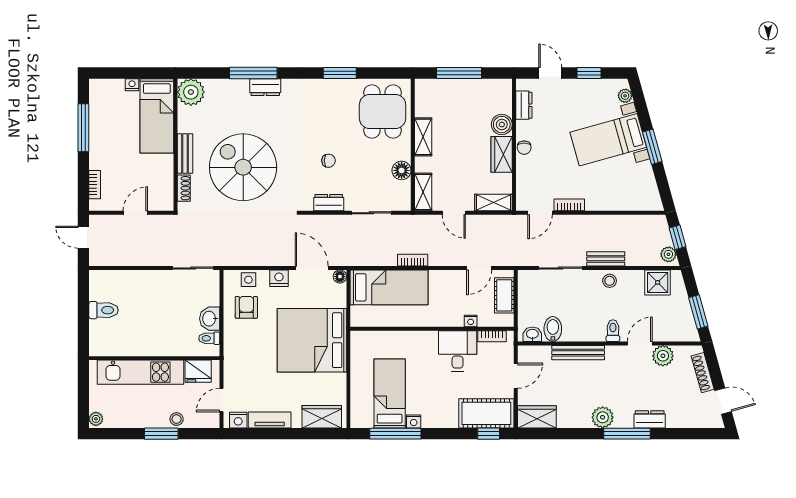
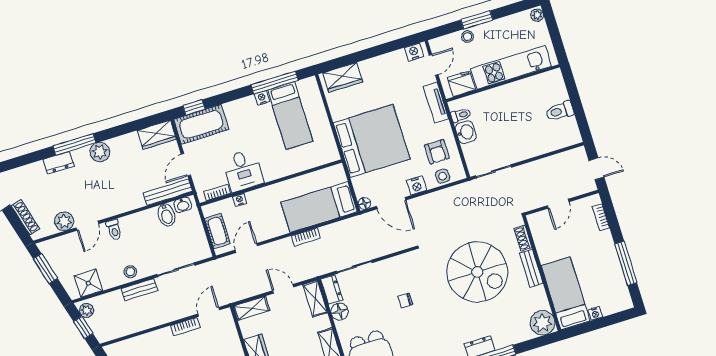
dresser: (329, 203) -> (332, 290), moved, turned -90
bench: (578, 353) -> (168, 192), moved
tv unit: (270, 420) -> (436, 103), moved, turned 90

